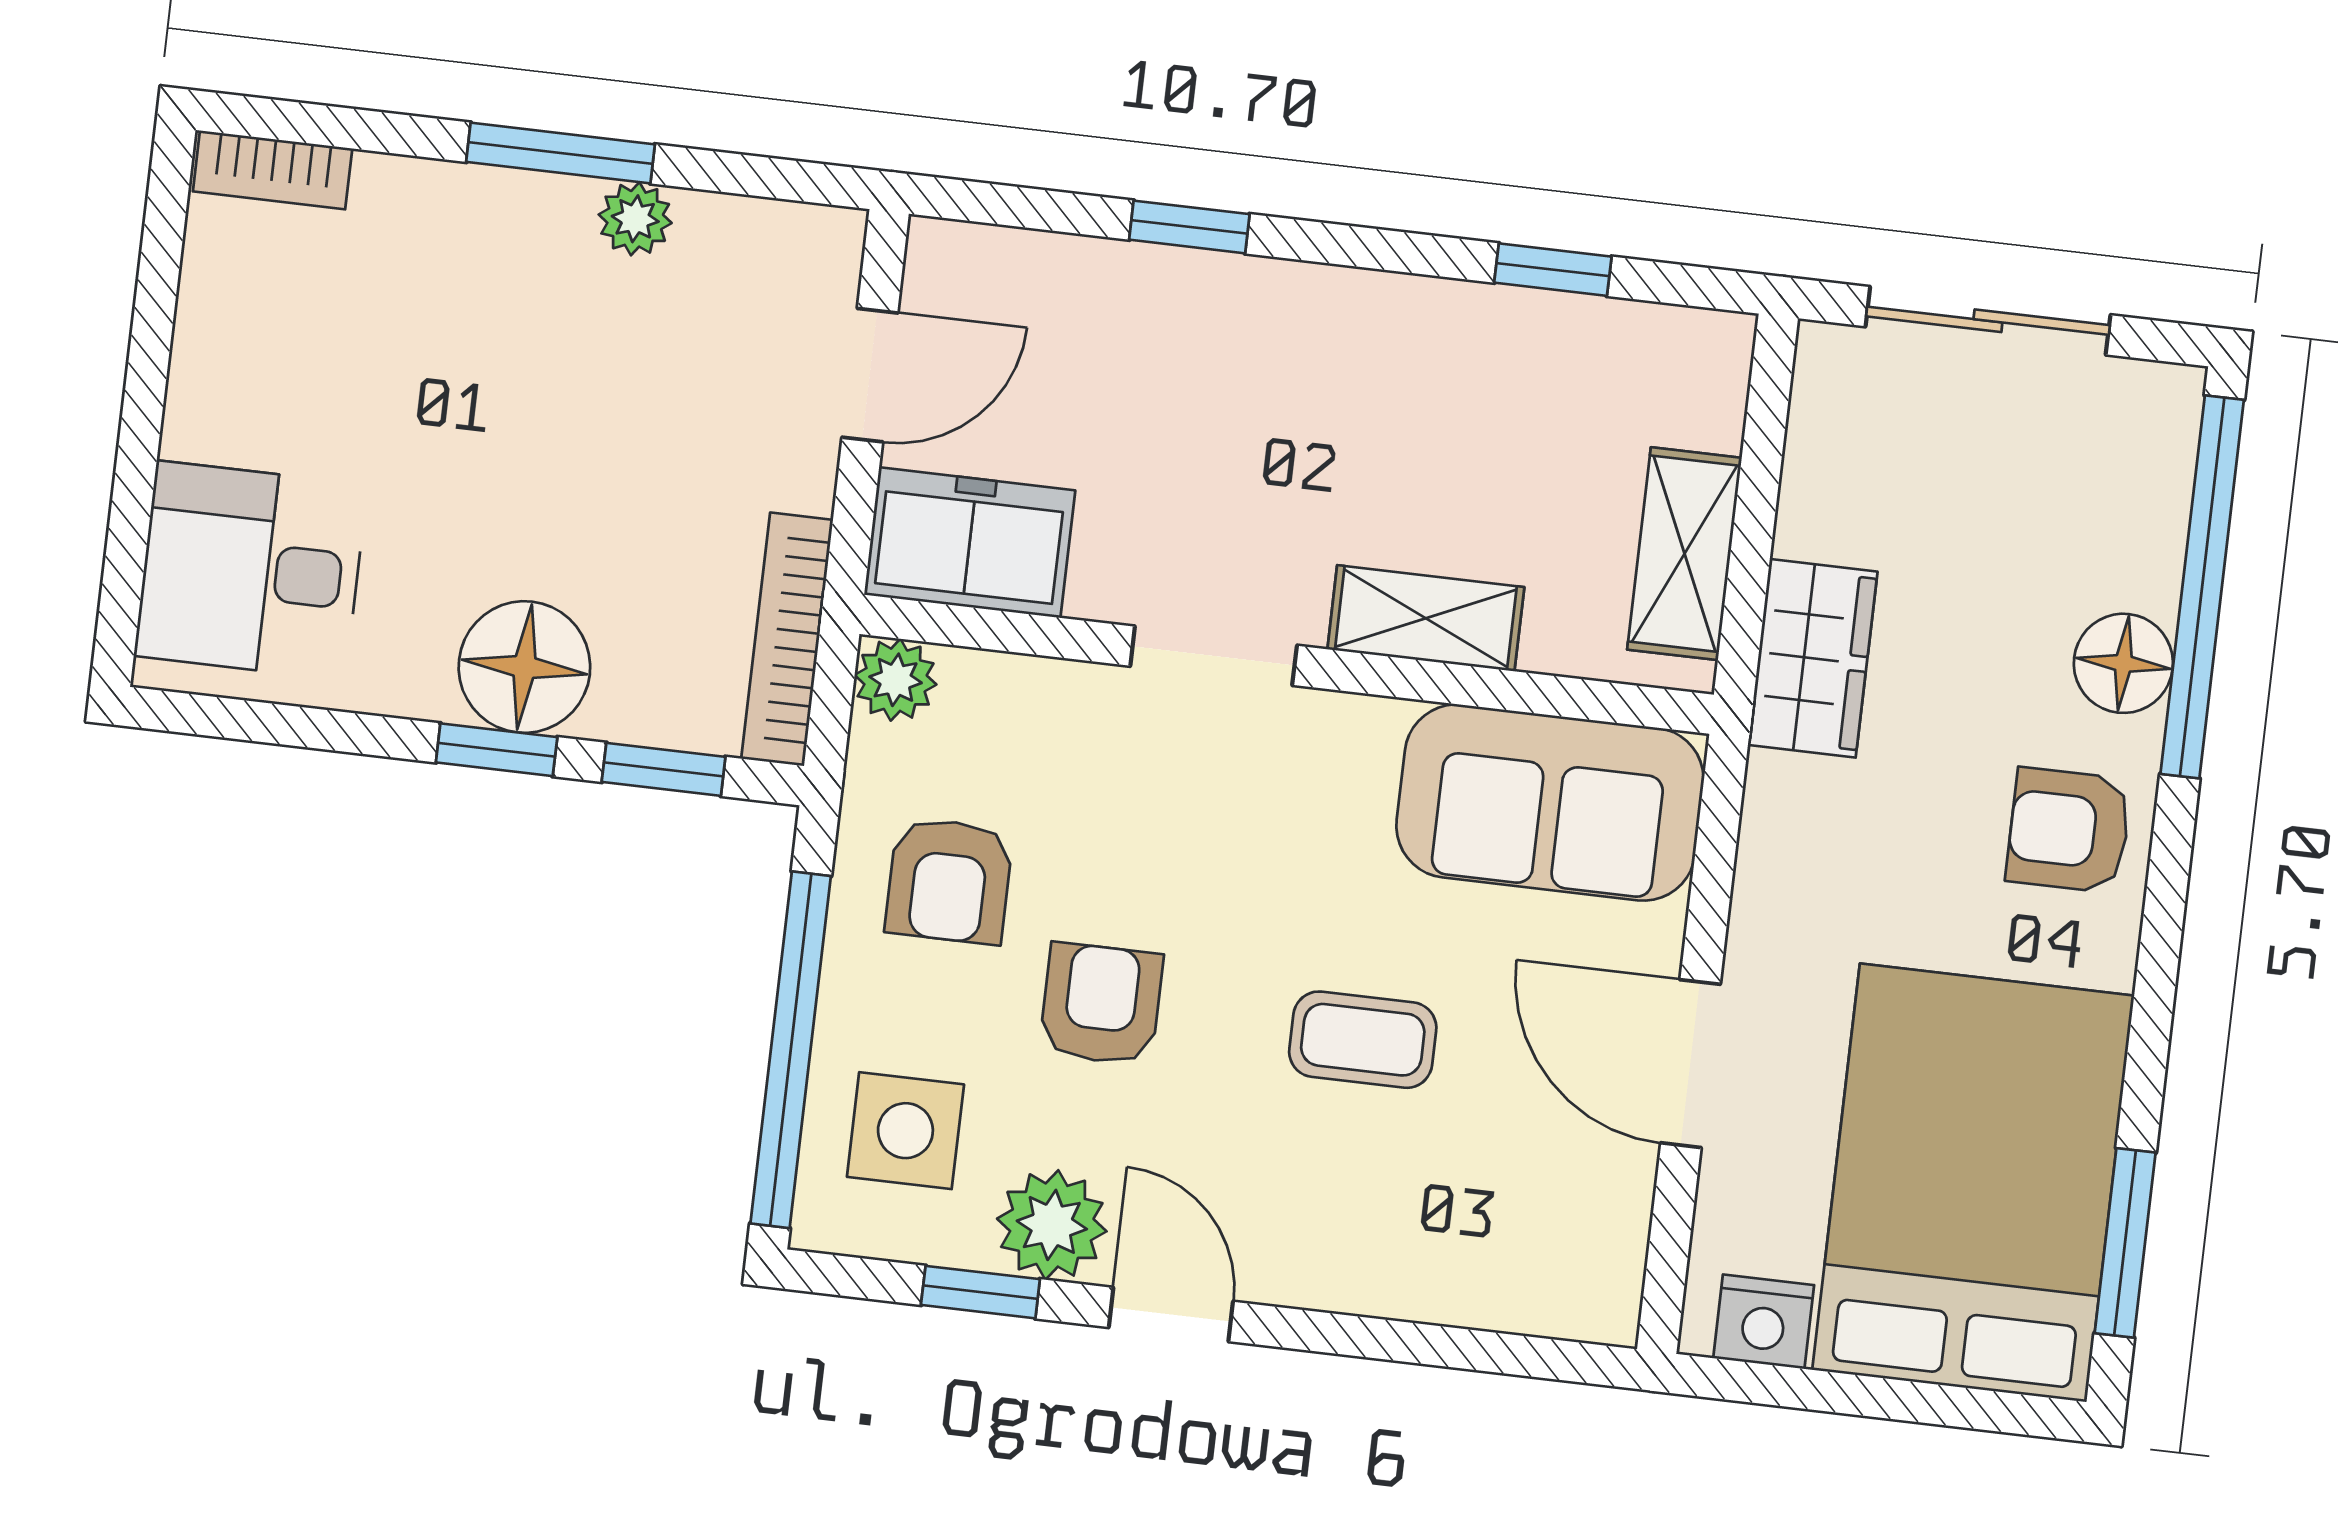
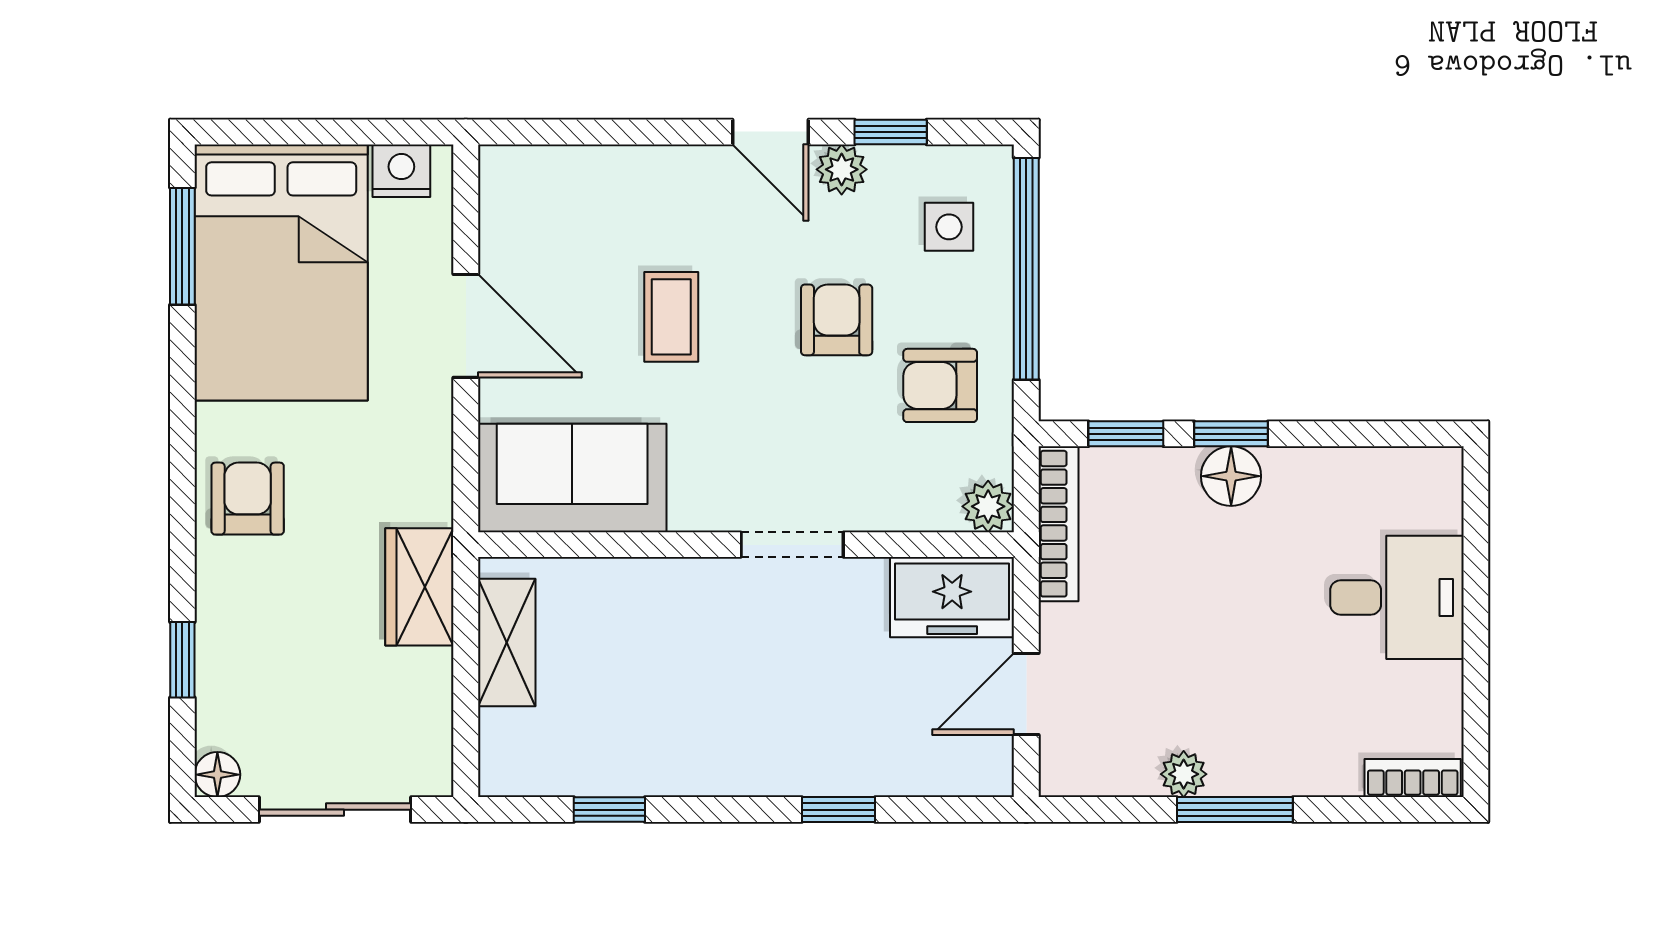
desk: (251, 570) -> (1397, 597), moved
window: (2202, 587) -> (182, 660), width x0.32
shelving: (1426, 618) -> (663, 584), removed
floor lamp: (2123, 663) -> (217, 775), moved, width x0.73, depth x0.73
floor lamp: (524, 667) -> (1231, 476), width x0.73, depth x0.73
armchair: (2069, 830) -> (248, 499), turned -90
armchair: (949, 881) -> (940, 385), turned -90
armchair: (1101, 1004) -> (837, 320), turned 180
coffee table: (1363, 1040) -> (671, 317), turned 90
side table: (905, 1131) -> (949, 227), width x0.73, depth x0.73
plant: (1052, 1225) -> (842, 169), width x0.73, depth x0.73

